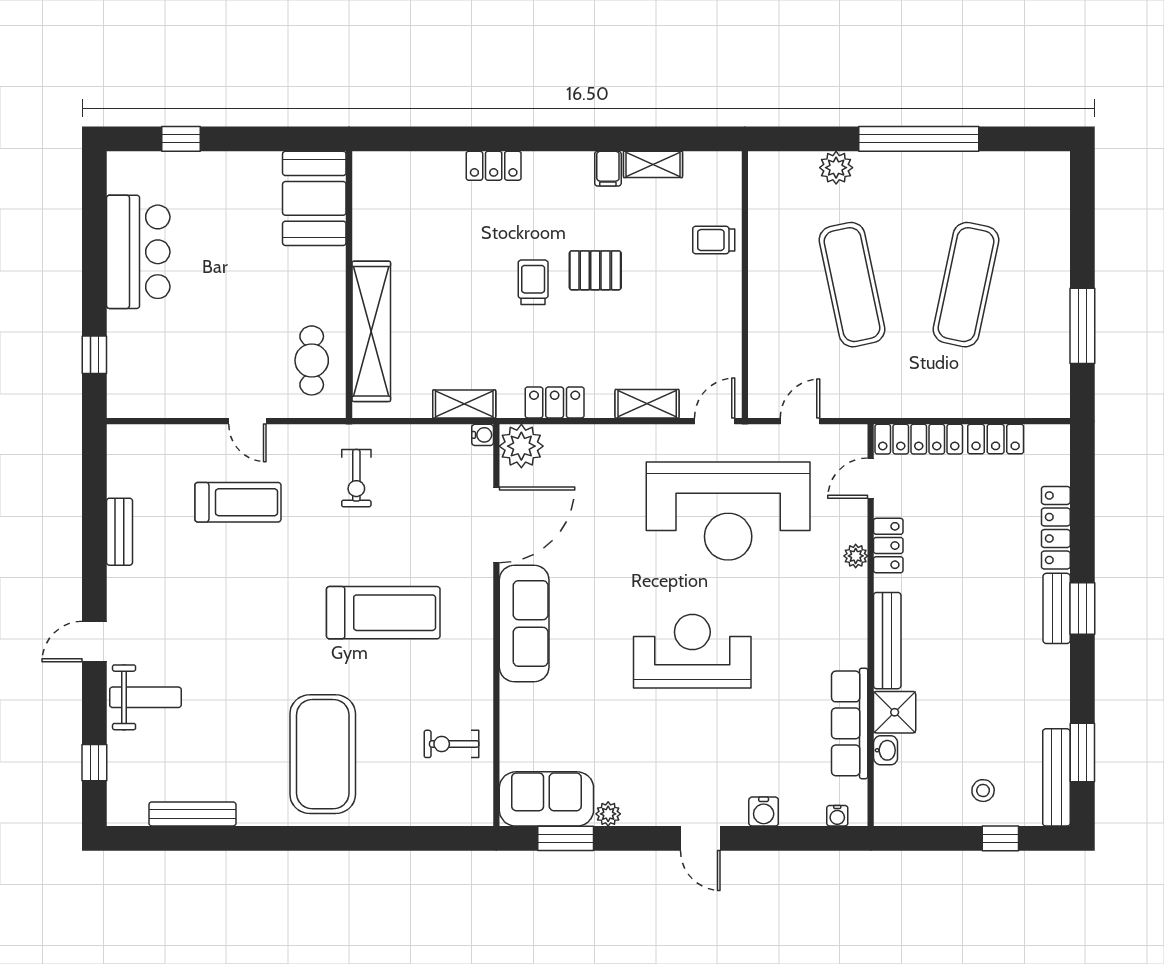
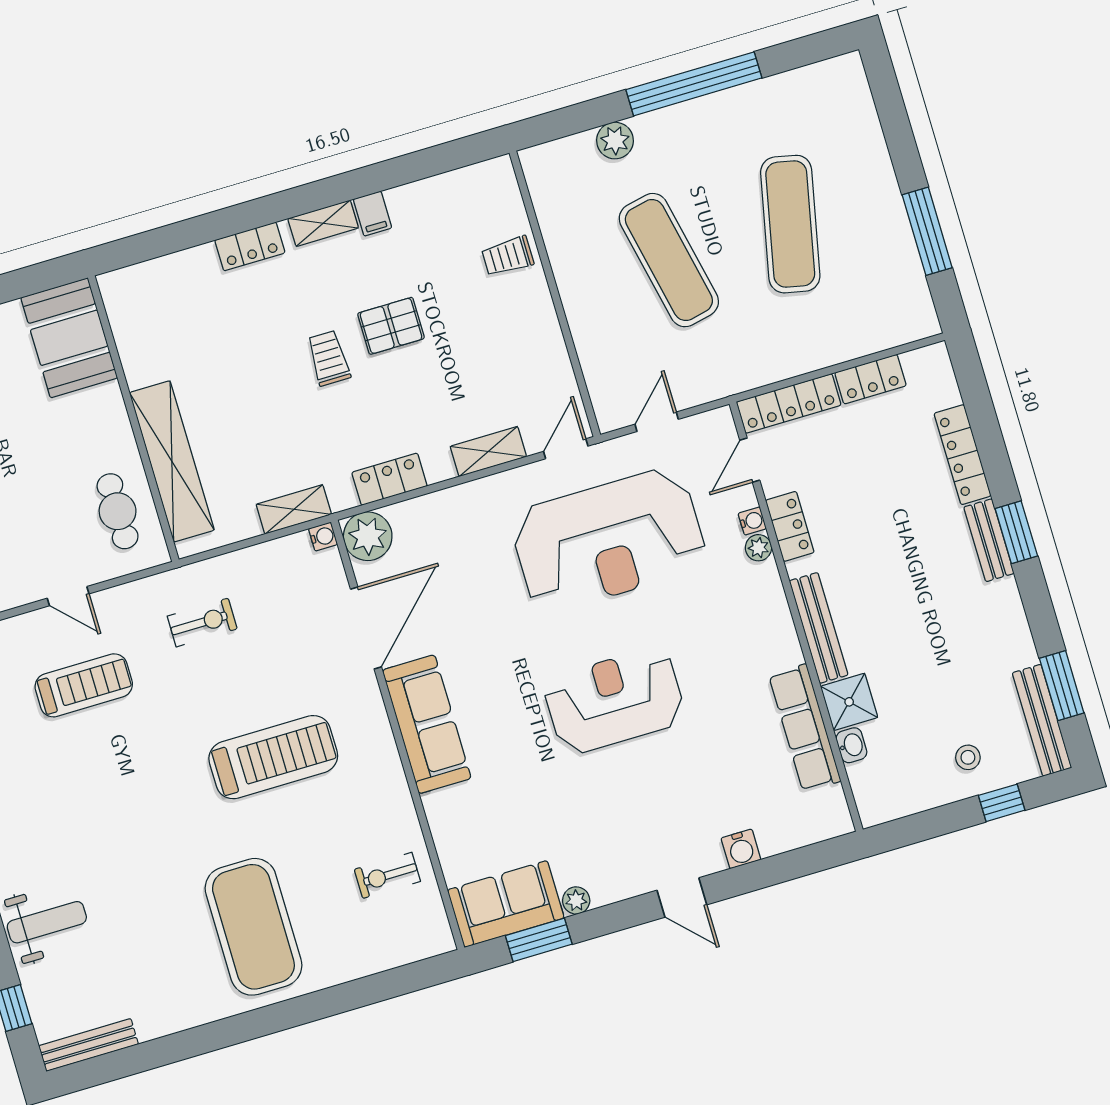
shelving: (653, 164) -> (323, 223), moved
exercise bike: (356, 478) -> (202, 622), turned -90
bench: (192, 814) -> (89, 1045), moved
water cooler: (837, 816) -> (752, 521), moved, turned -90

